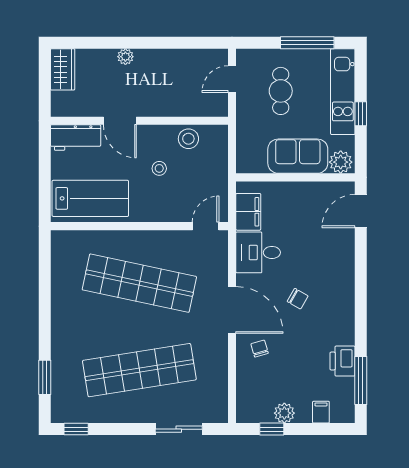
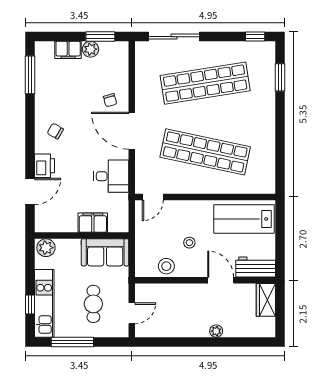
wardrobe: (63, 69) -> (266, 300), moved
window: (361, 114) -> (30, 304), moved
sofa: (298, 156) -> (105, 252), moved
door: (361, 211) -> (30, 191), moved
filing cabinet: (248, 212) -> (93, 223), moved, turned 90
chair: (298, 299) -> (55, 131), moved
printer: (343, 361) -> (44, 166), moved
filing cabinet: (321, 412) -> (68, 50), width x2.00
sliding door: (179, 429) -> (174, 37), width x1.37
window: (272, 429) -> (100, 37), width x1.50

